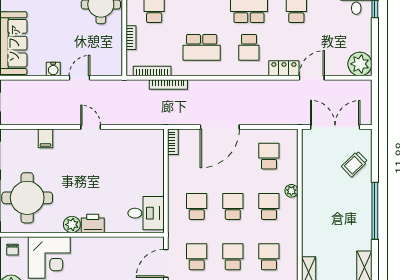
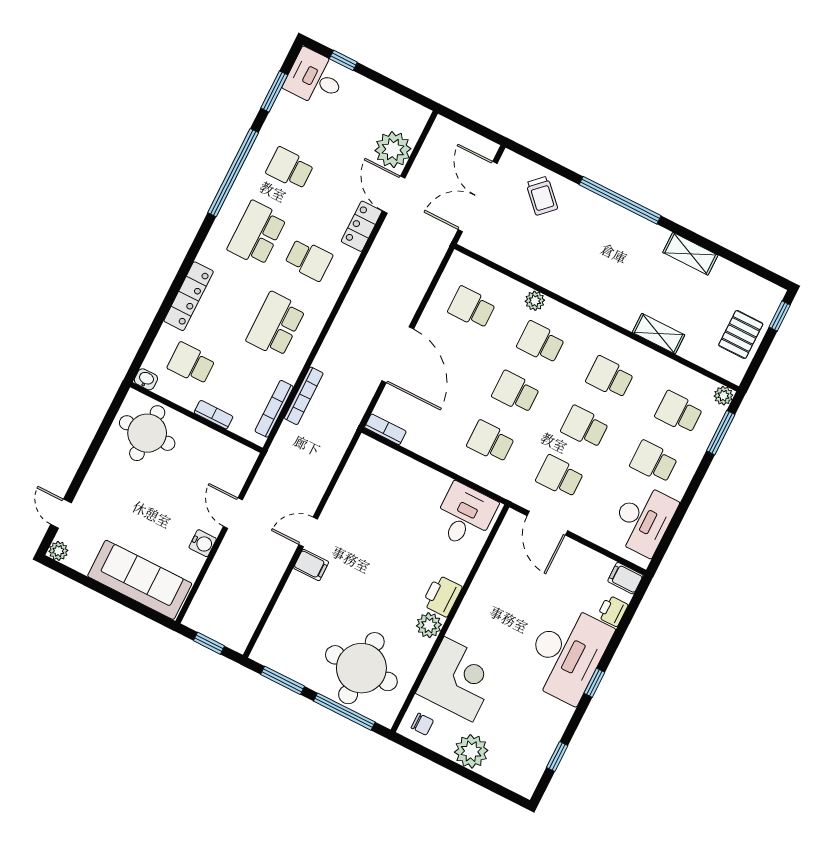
school desk: (202, 47) -> (276, 325), turned 180
plant: (360, 64) -> (393, 150), moved
filing cabinet: (45, 138) -> (311, 565), moved

